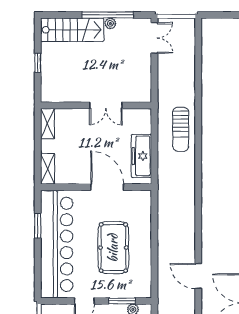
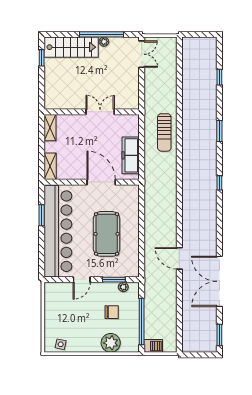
window: (38, 63) -> (42, 58), moved
double door: (106, 105) -> (100, 112), swing flipped

